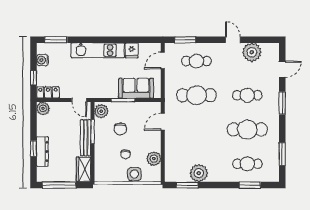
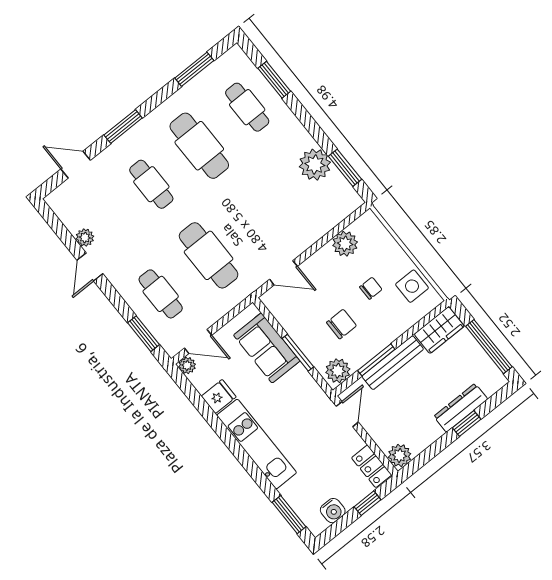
plant: (156, 48) -> (187, 365), added
plant: (252, 52) -> (85, 238), width x0.53, depth x0.53
side table: (134, 174) -> (412, 286), moved

